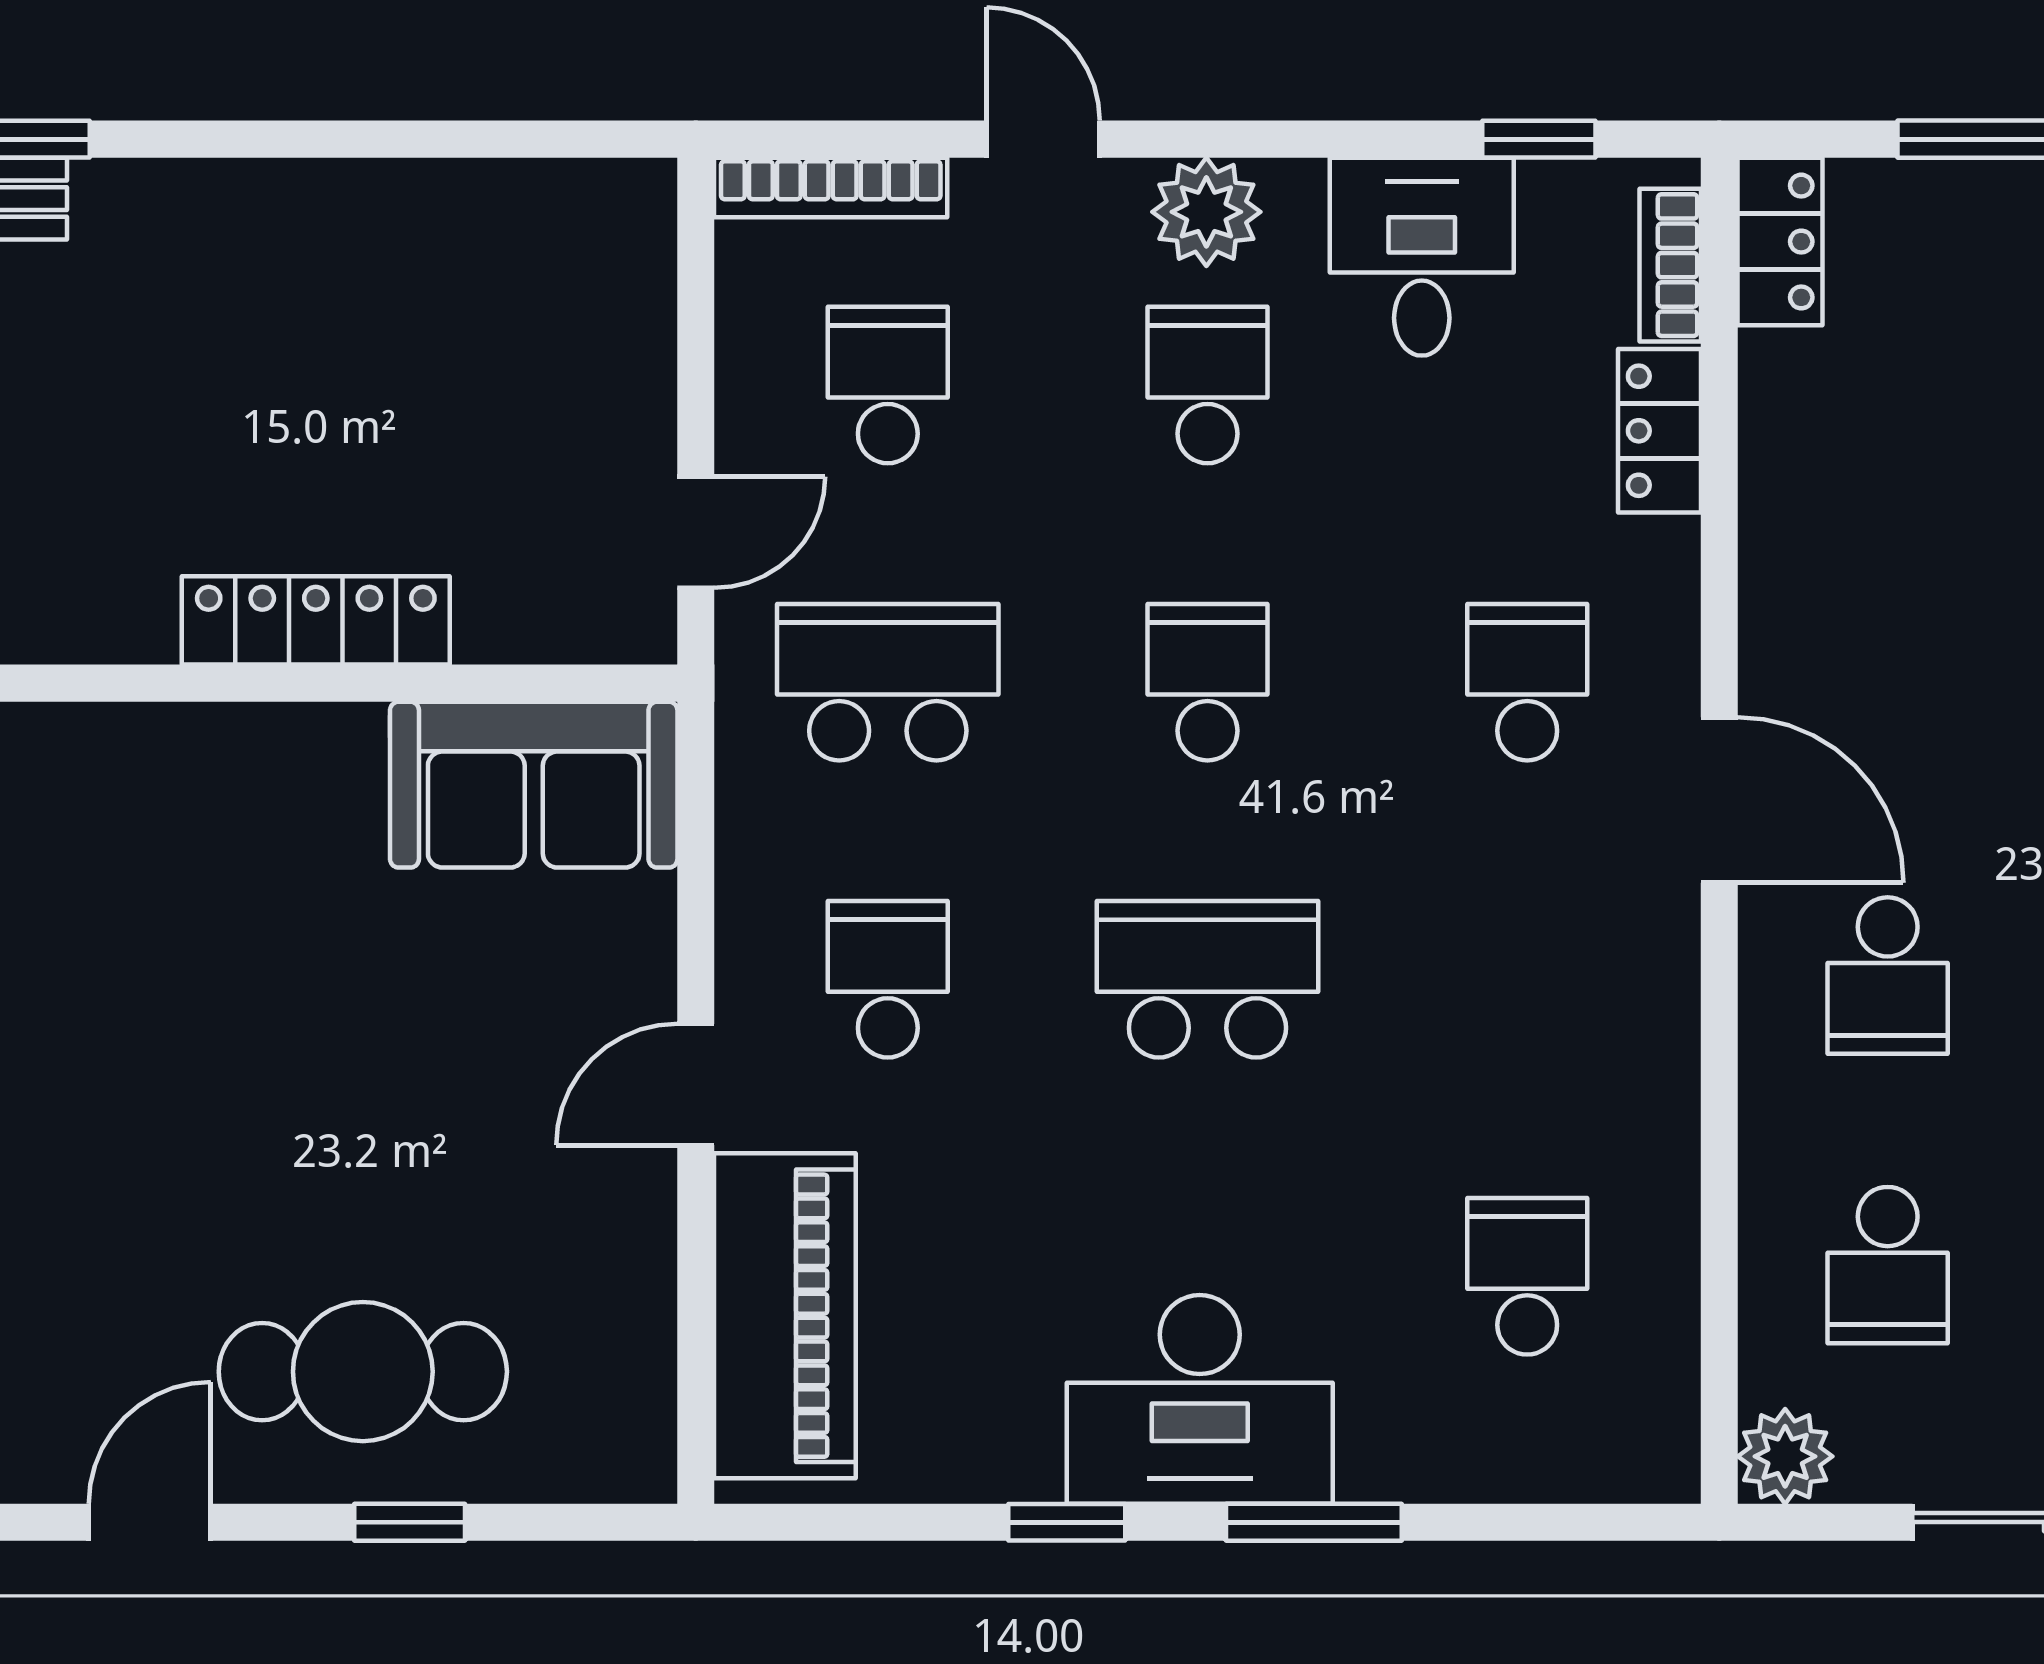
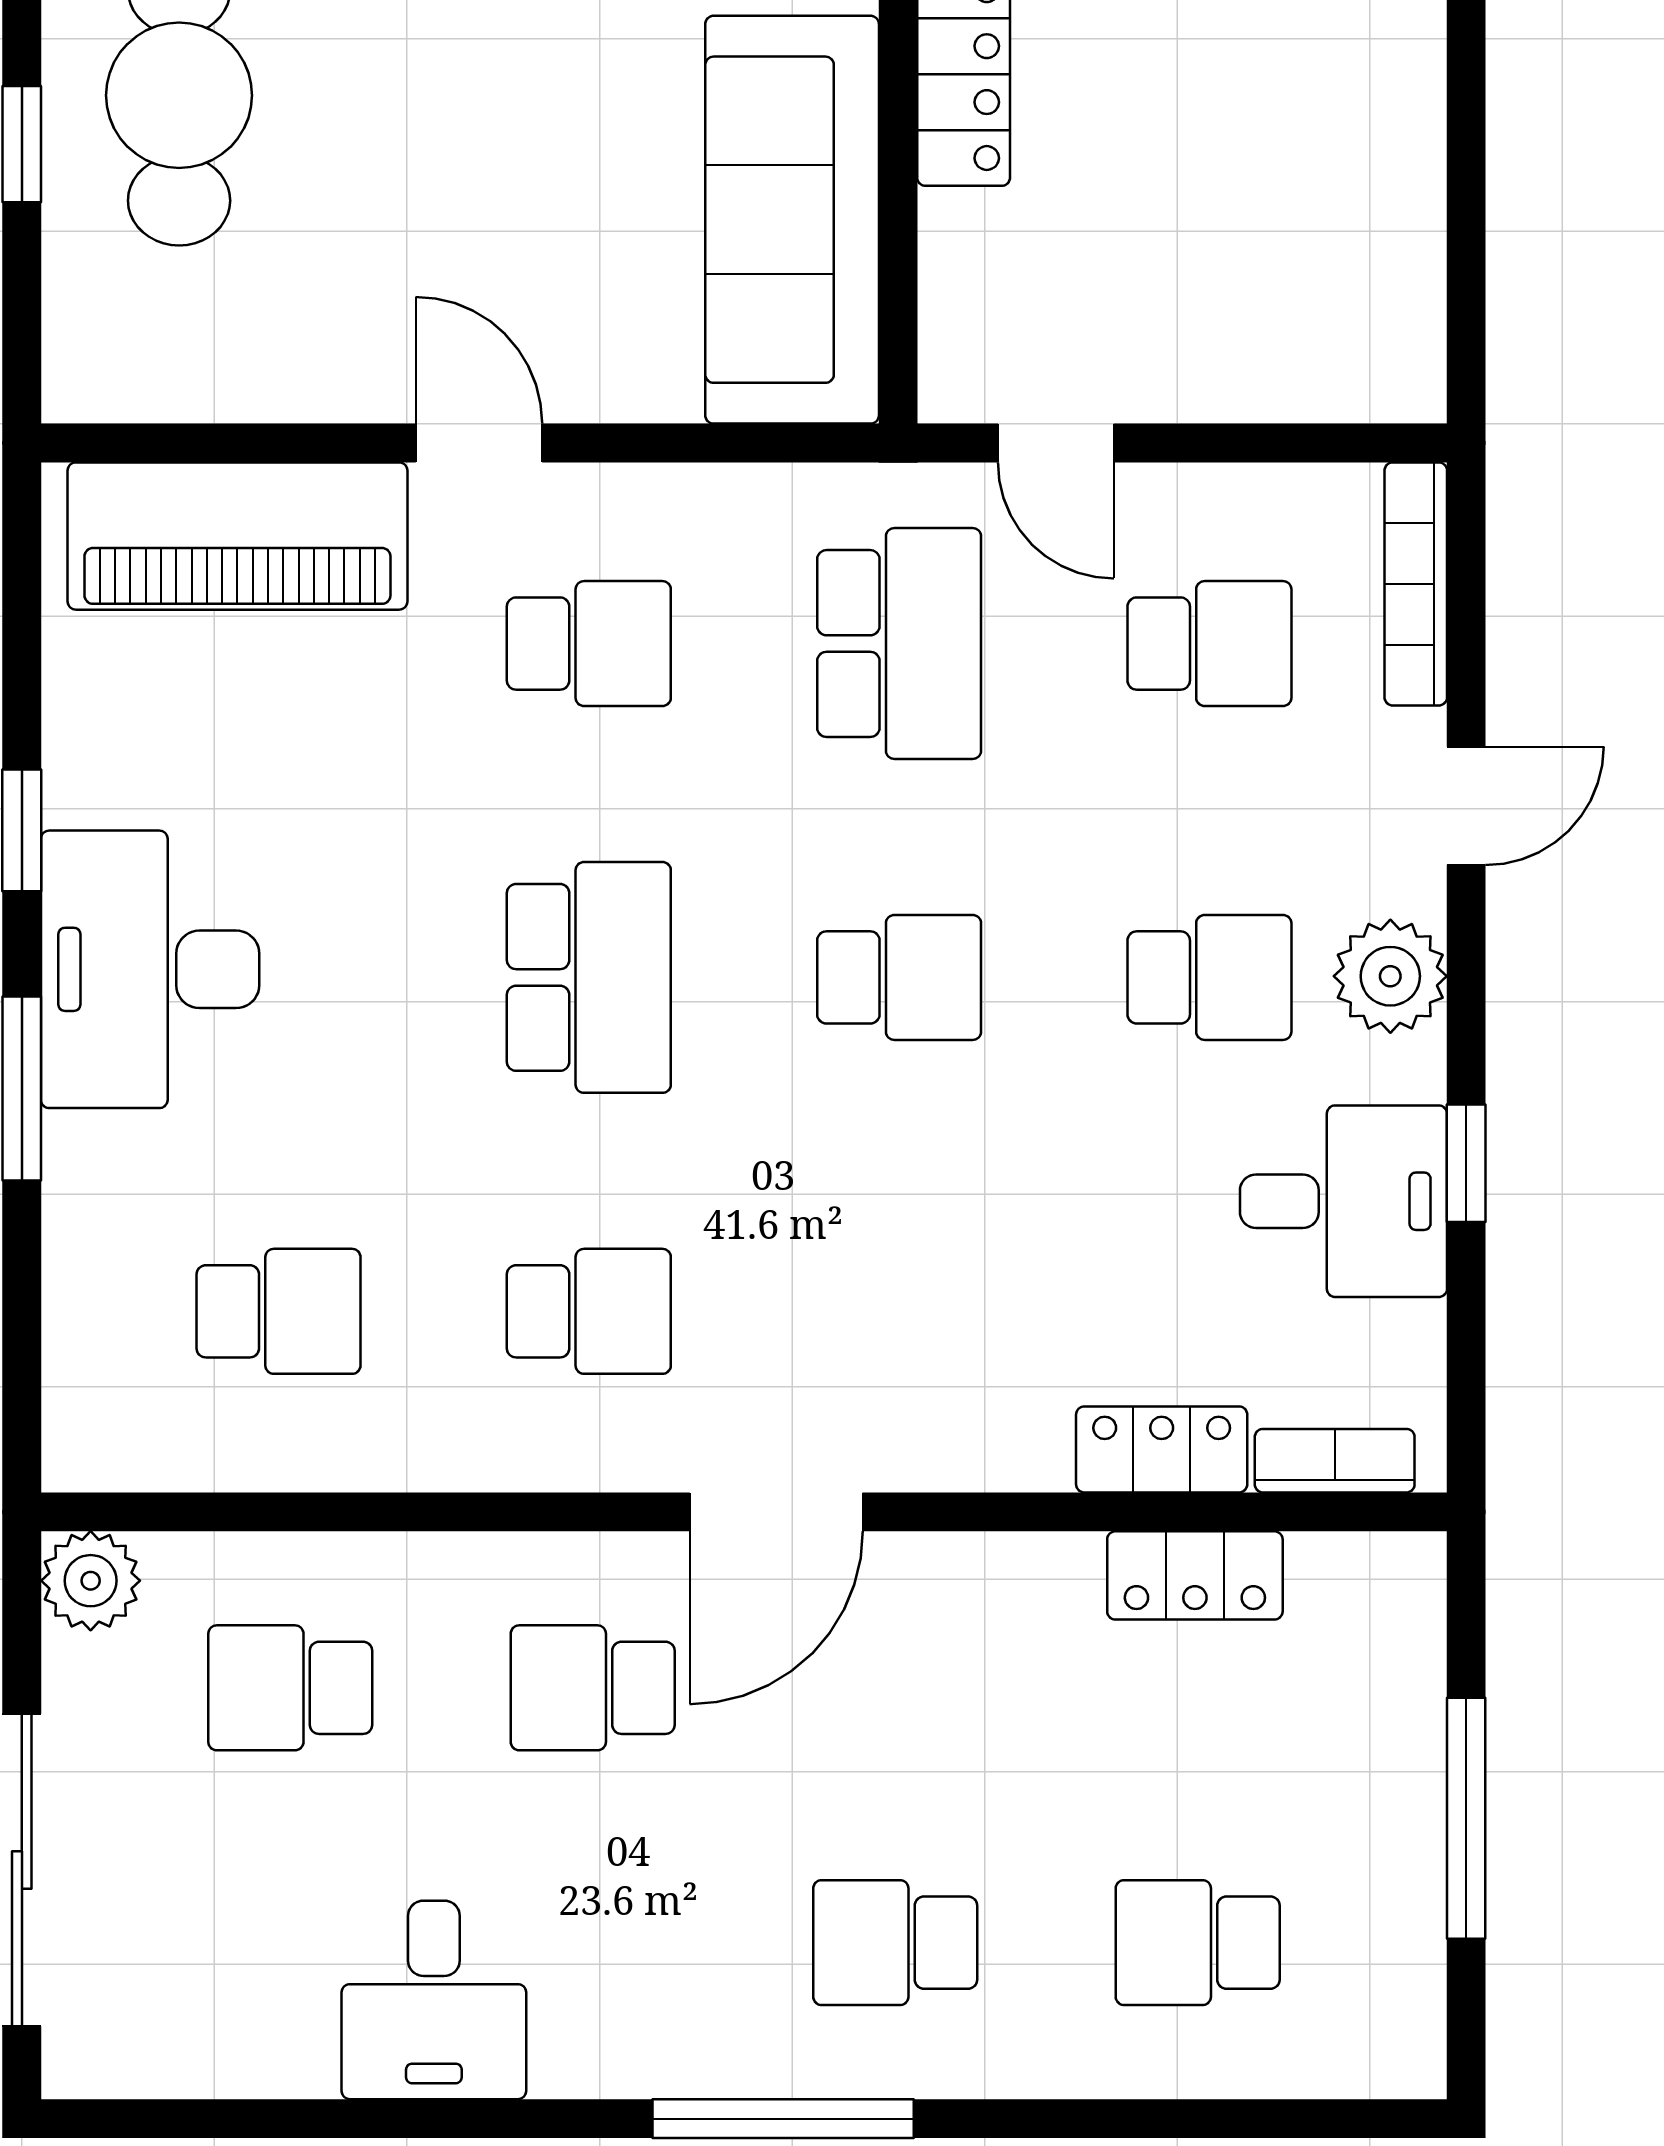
window: (1539, 139) -> (1466, 1163), moved
locker: (1780, 242) -> (1195, 1575), moved
school desk: (1527, 682) -> (589, 1311), moved
sofa: (534, 785) -> (792, 220), width x1.36

